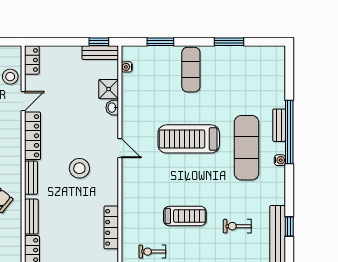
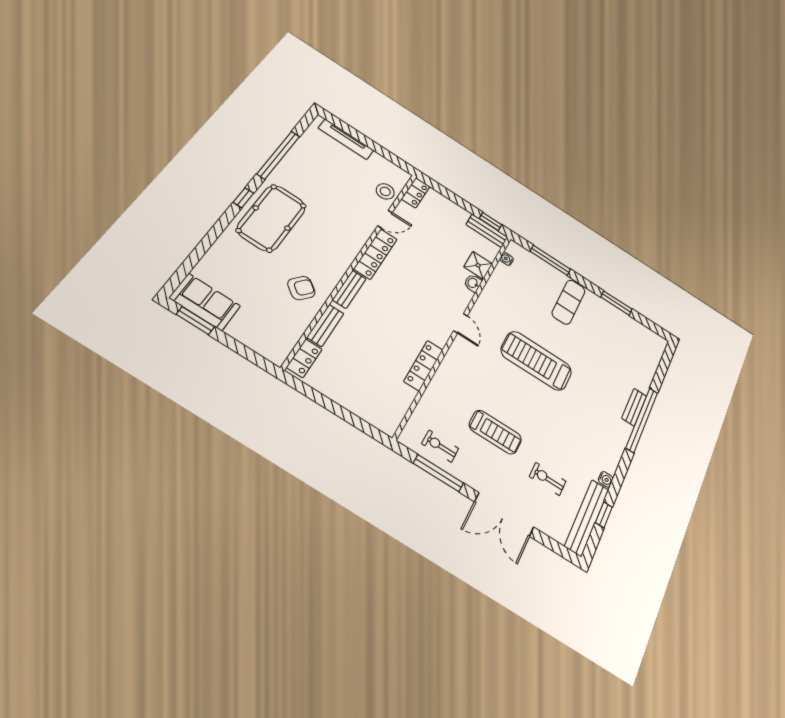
window: (160, 42) -> (550, 260), width x1.44
exercise mat: (247, 148) -> (592, 407), removed
water cooler: (280, 160) -> (606, 479), moved
stool: (79, 168) -> (407, 314), removed
locker: (111, 227) -> (423, 365), moved

